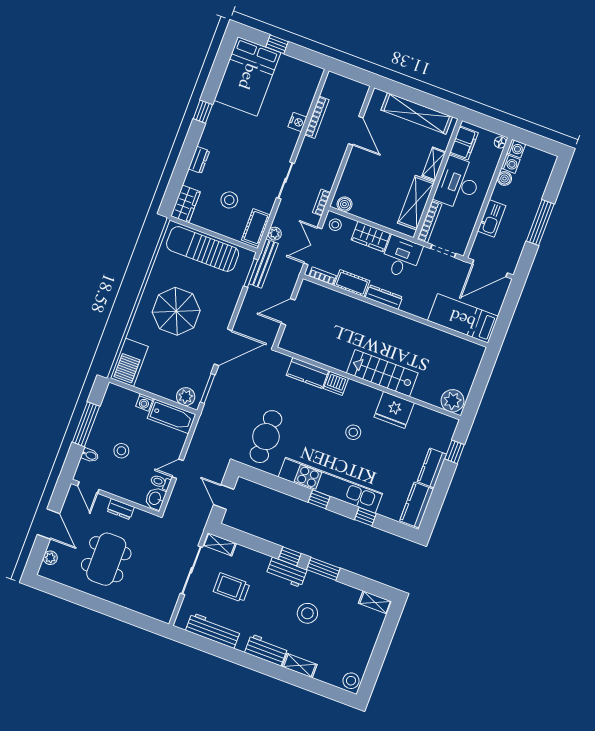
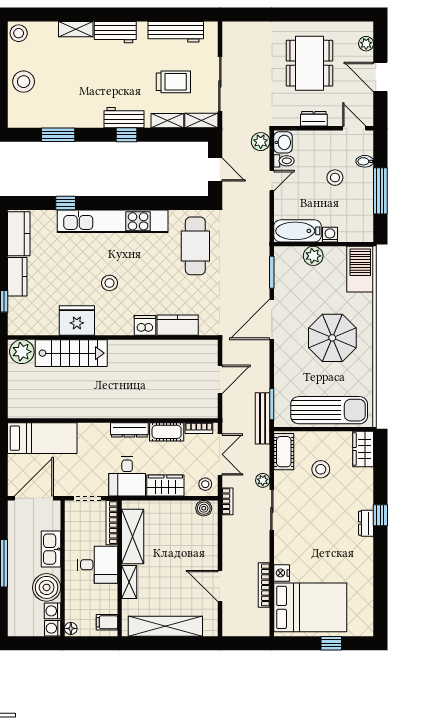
bed: (247, 76) -> (310, 607), moved, turned 90
window: (203, 112) -> (380, 515), moved
filing cabinet: (464, 143) -> (107, 622), width x0.50
dresser: (199, 160) -> (366, 523), moved
boiler: (504, 178) -> (47, 587), width x1.86, depth x1.86
desk: (458, 183) -> (98, 565), width x0.73
plant: (275, 234) -> (263, 480), moved
stairs: (382, 373) -> (71, 353), moved
plant: (186, 397) -> (313, 256), moved
window: (319, 499) -> (119, 203), removed
plant: (175, 507) -> (261, 142), added
window: (323, 569) -> (58, 135), moved
shelving: (375, 602) -> (167, 121), moved
stool: (307, 613) -> (24, 82), moved

